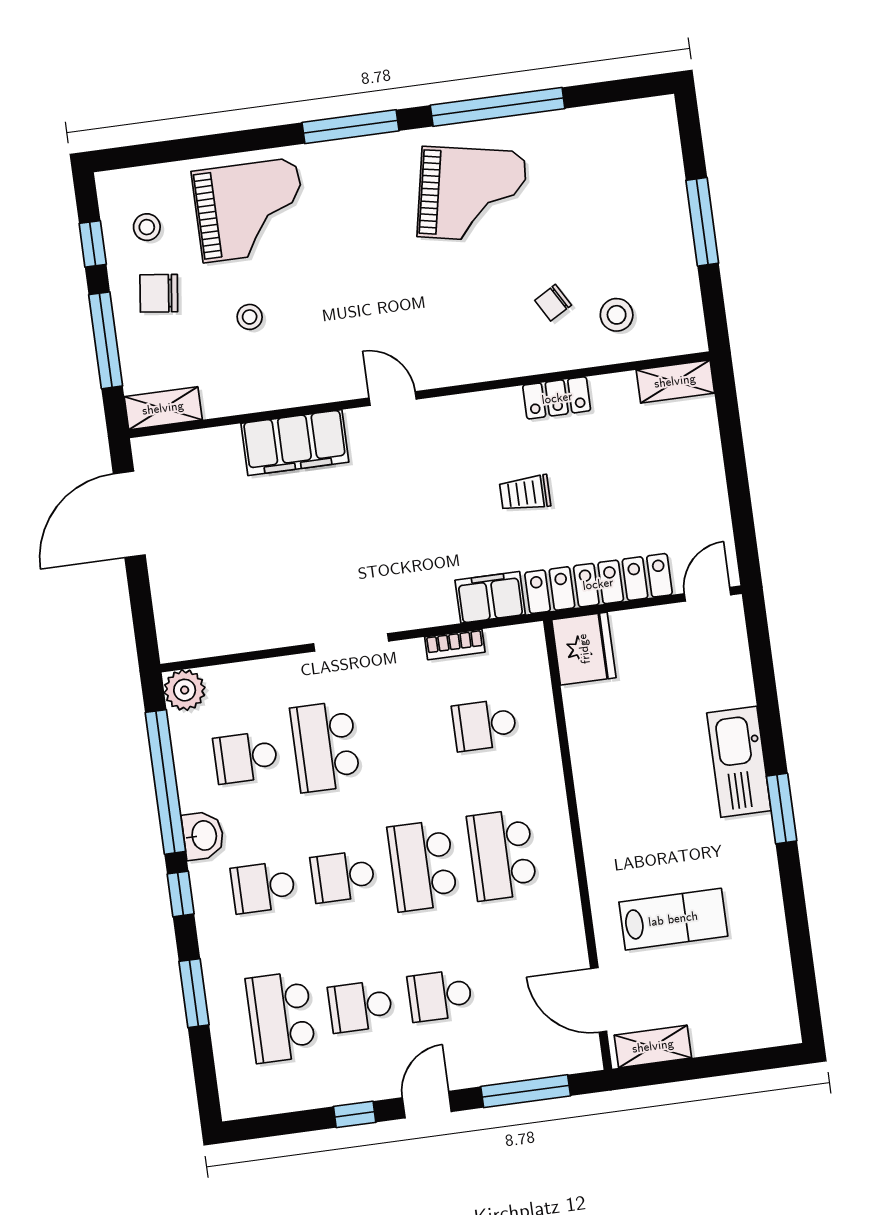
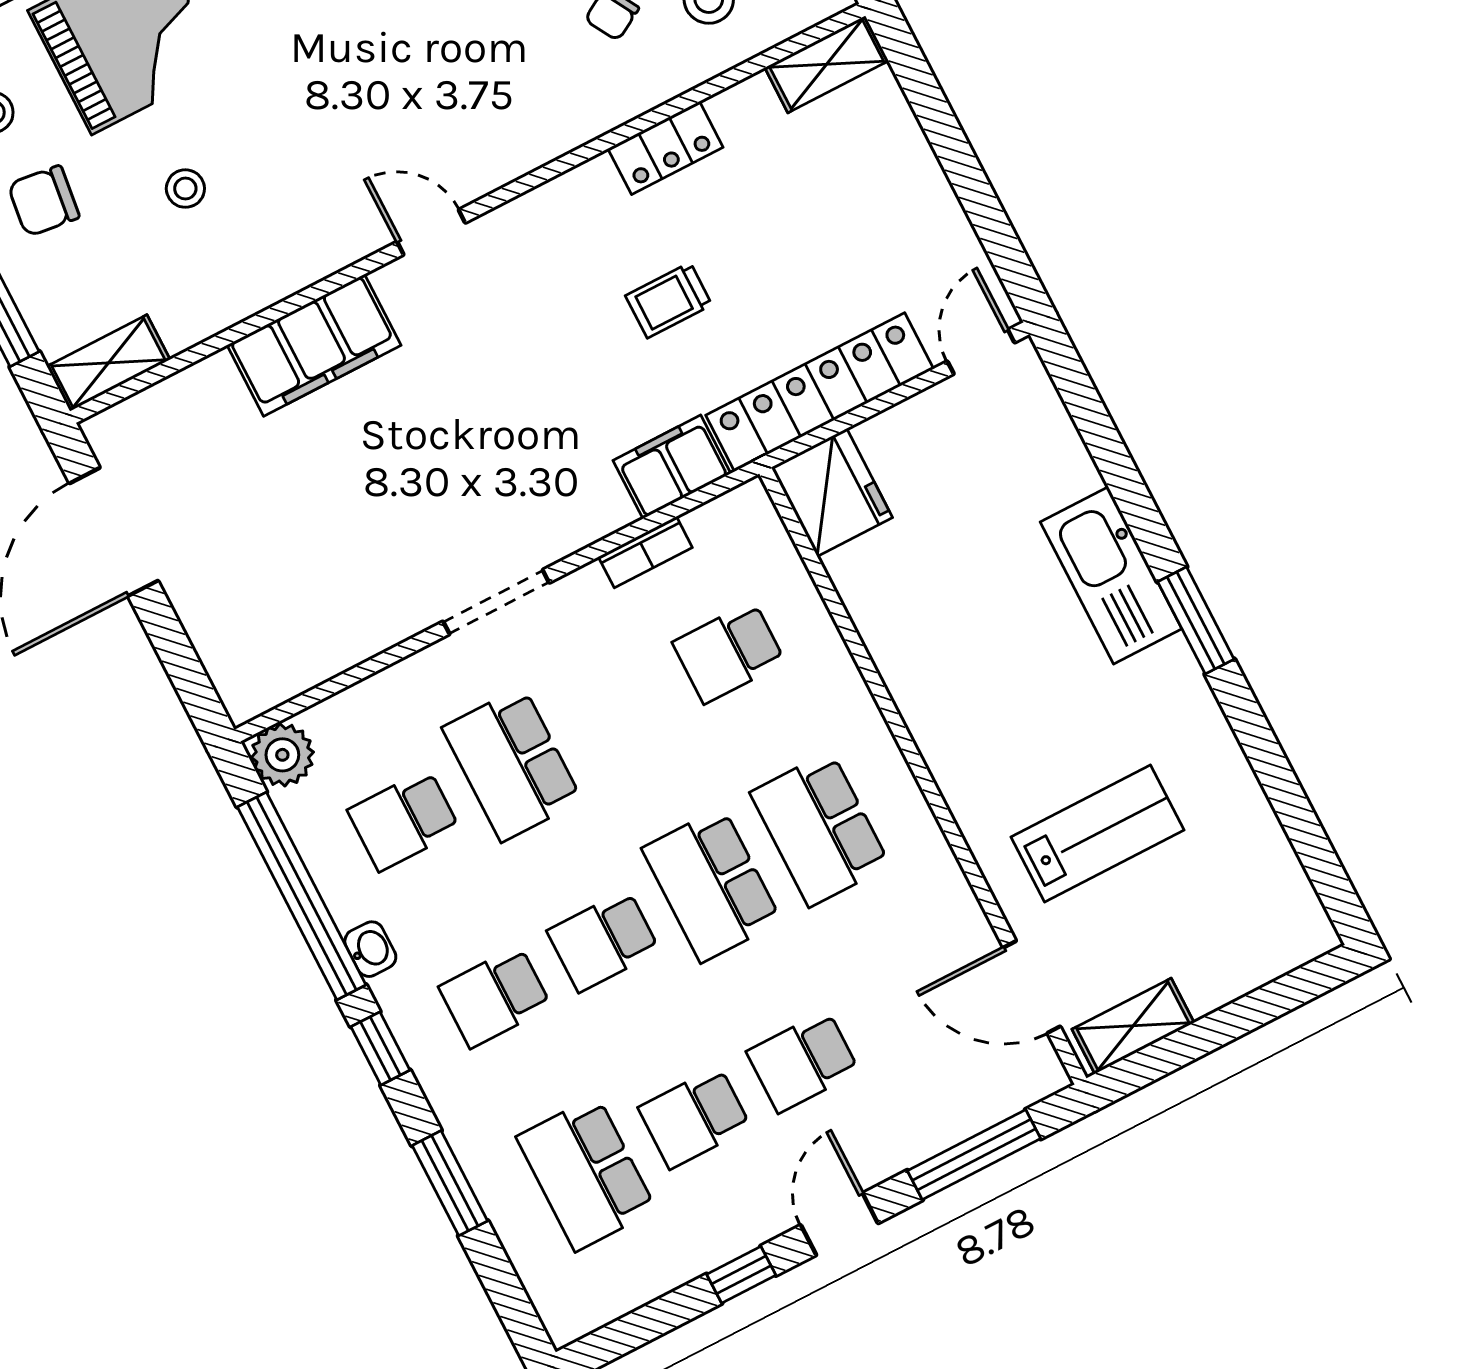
washbasin: (203, 836) -> (370, 949), width x0.72, depth x0.69

